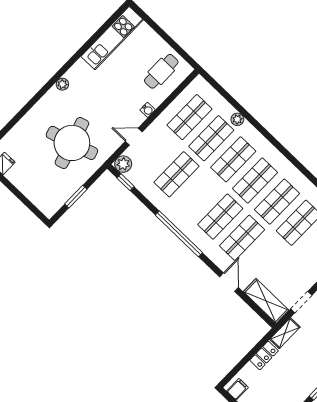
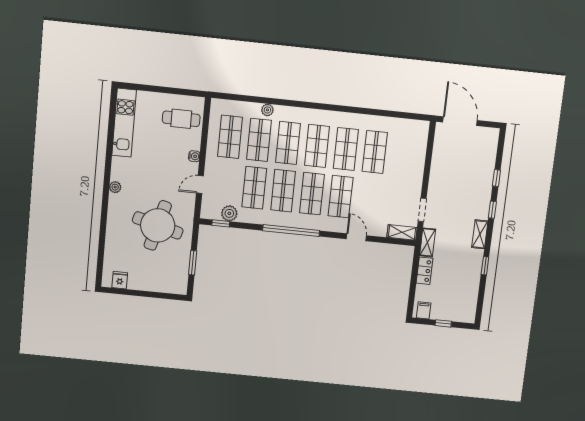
cafe table: (161, 71) -> (181, 119), turned 90
round table: (72, 143) -> (158, 225), turned 32
plant: (123, 164) -> (229, 213), moved
shop shelf: (198, 195) -> (283, 191), added
shelving: (266, 301) -> (402, 232), width x0.67, depth x0.75

